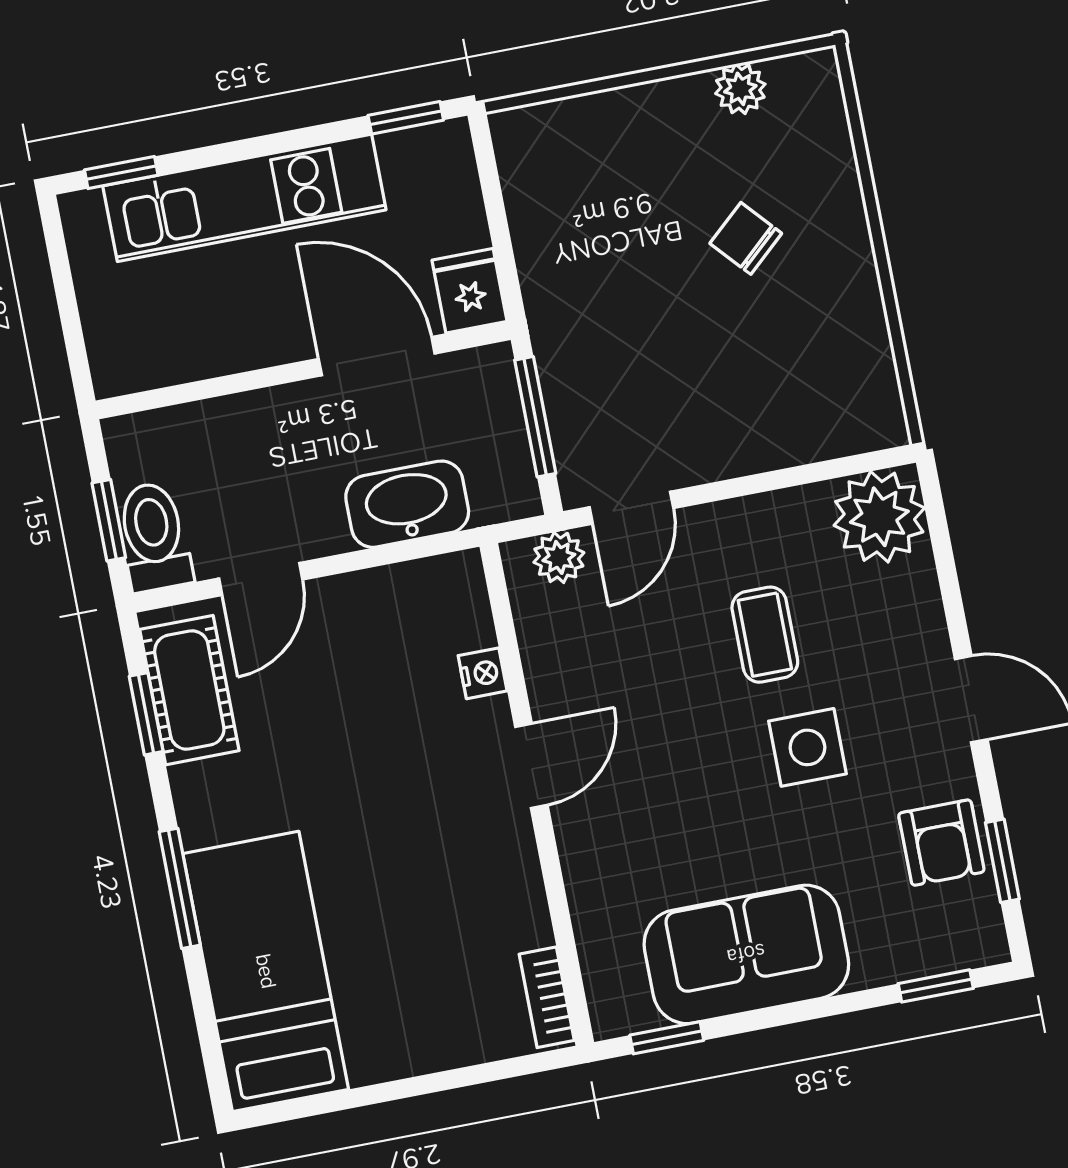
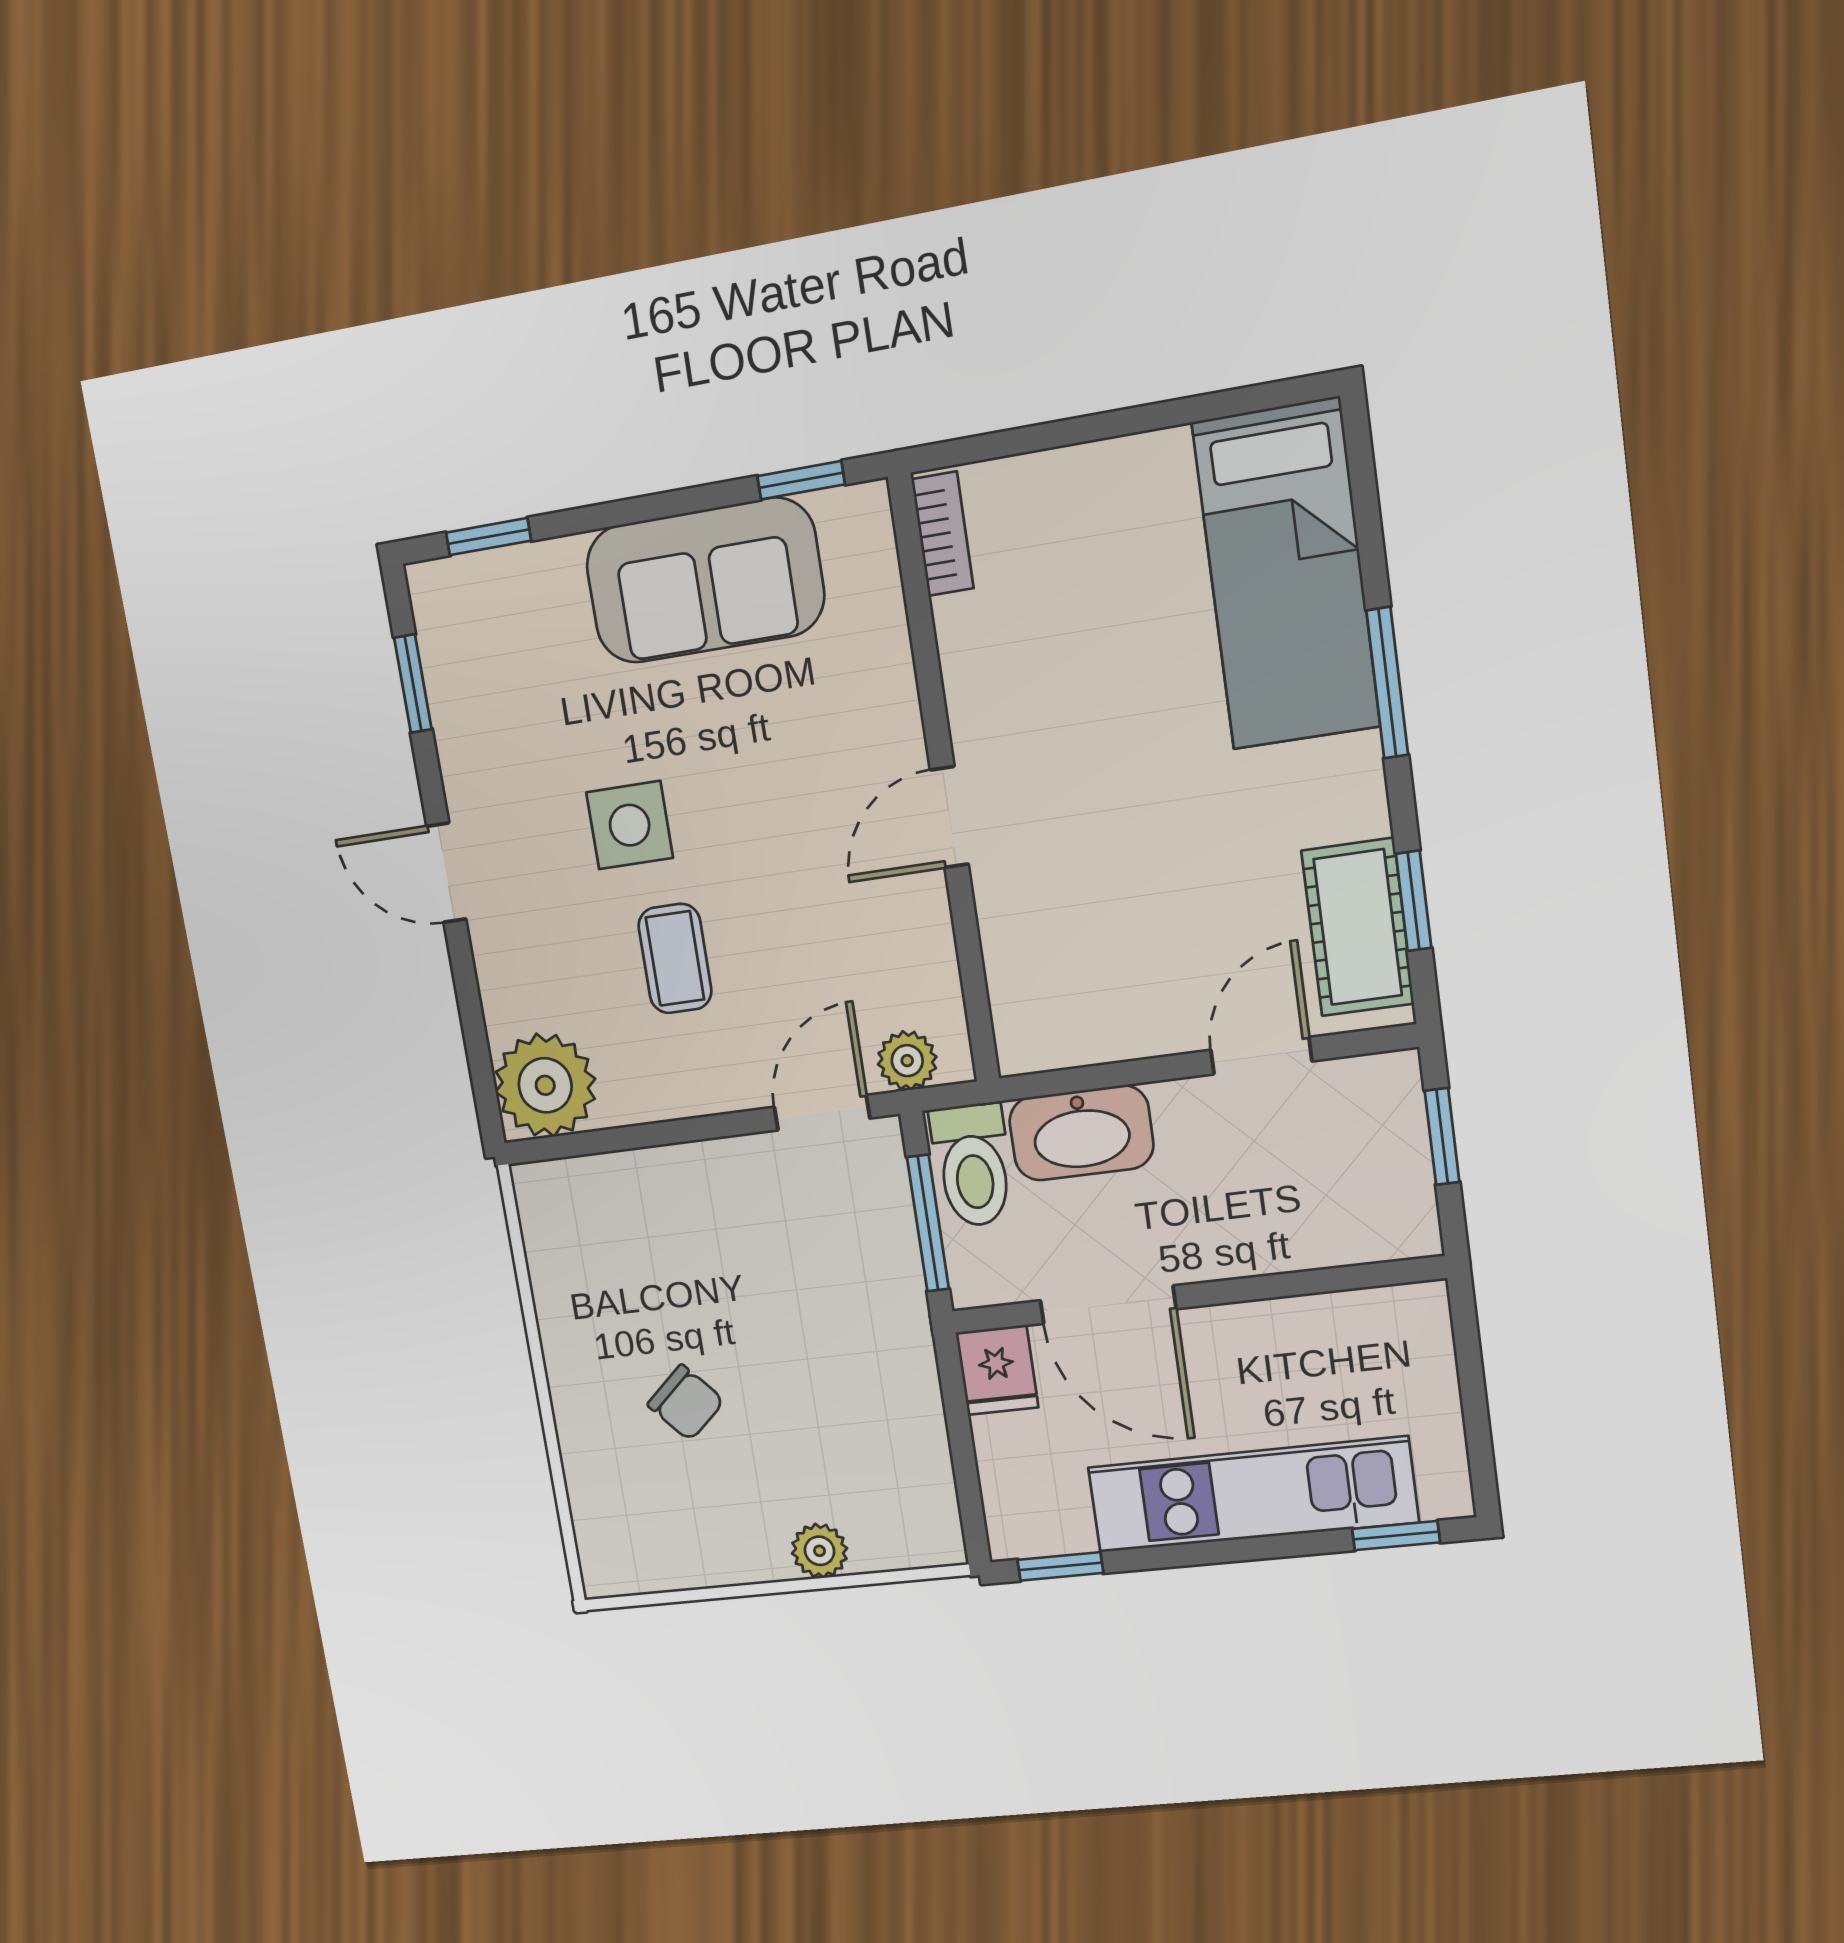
plant: (740, 89) -> (820, 1551), moved
toilet: (154, 537) -> (973, 1165), moved
nightstand: (483, 673) -> (1002, 930), removed
armchair: (941, 843) -> (481, 707), removed

